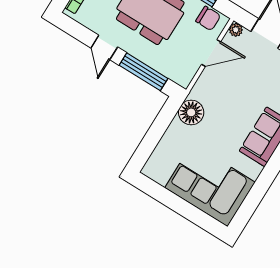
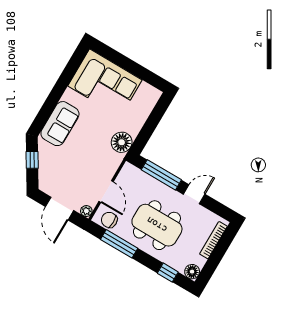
door: (104, 47) -> (194, 194), hinge flipped
door: (211, 53) -> (106, 192), swing flipped

